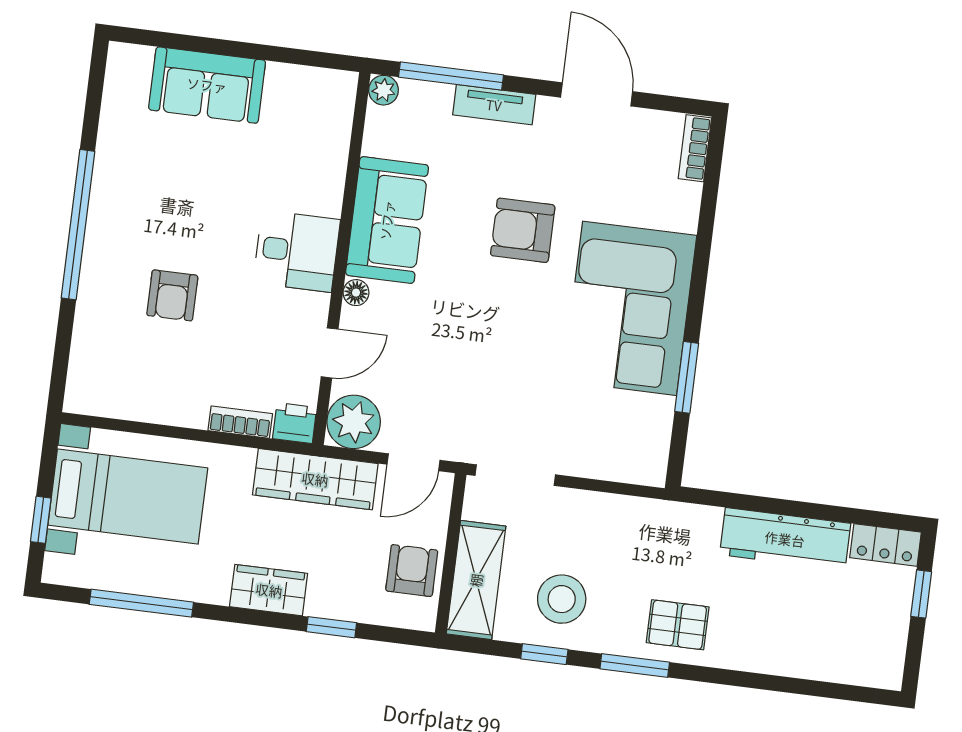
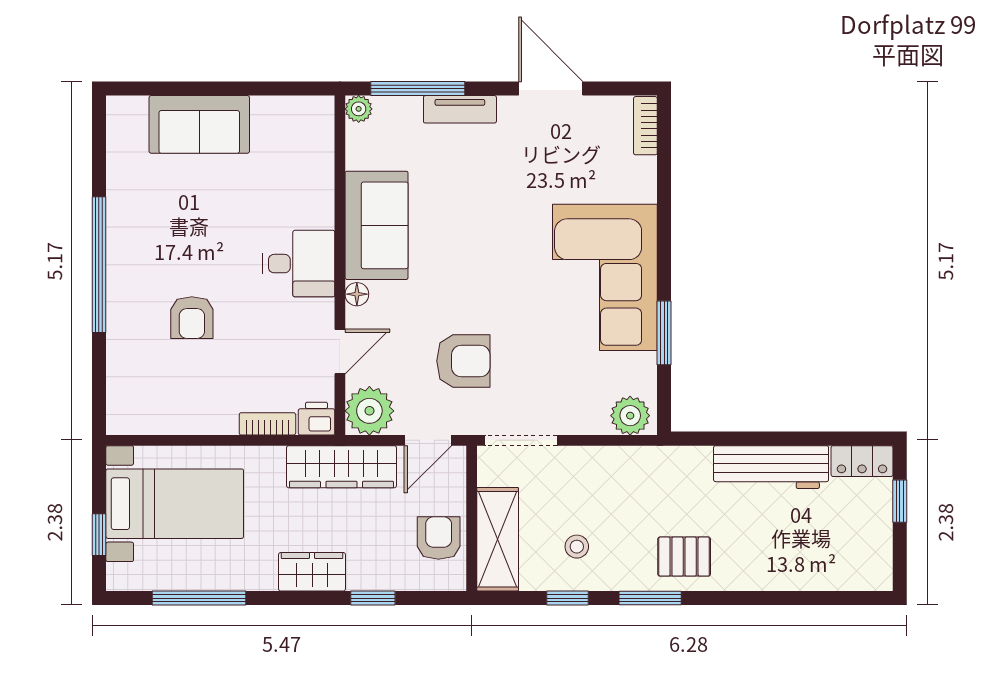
armchair: (523, 230) -> (463, 361), moved, turned 180
plant: (638, 463) -> (630, 416), added
stool: (562, 599) -> (577, 547), width x0.53, depth x0.53

